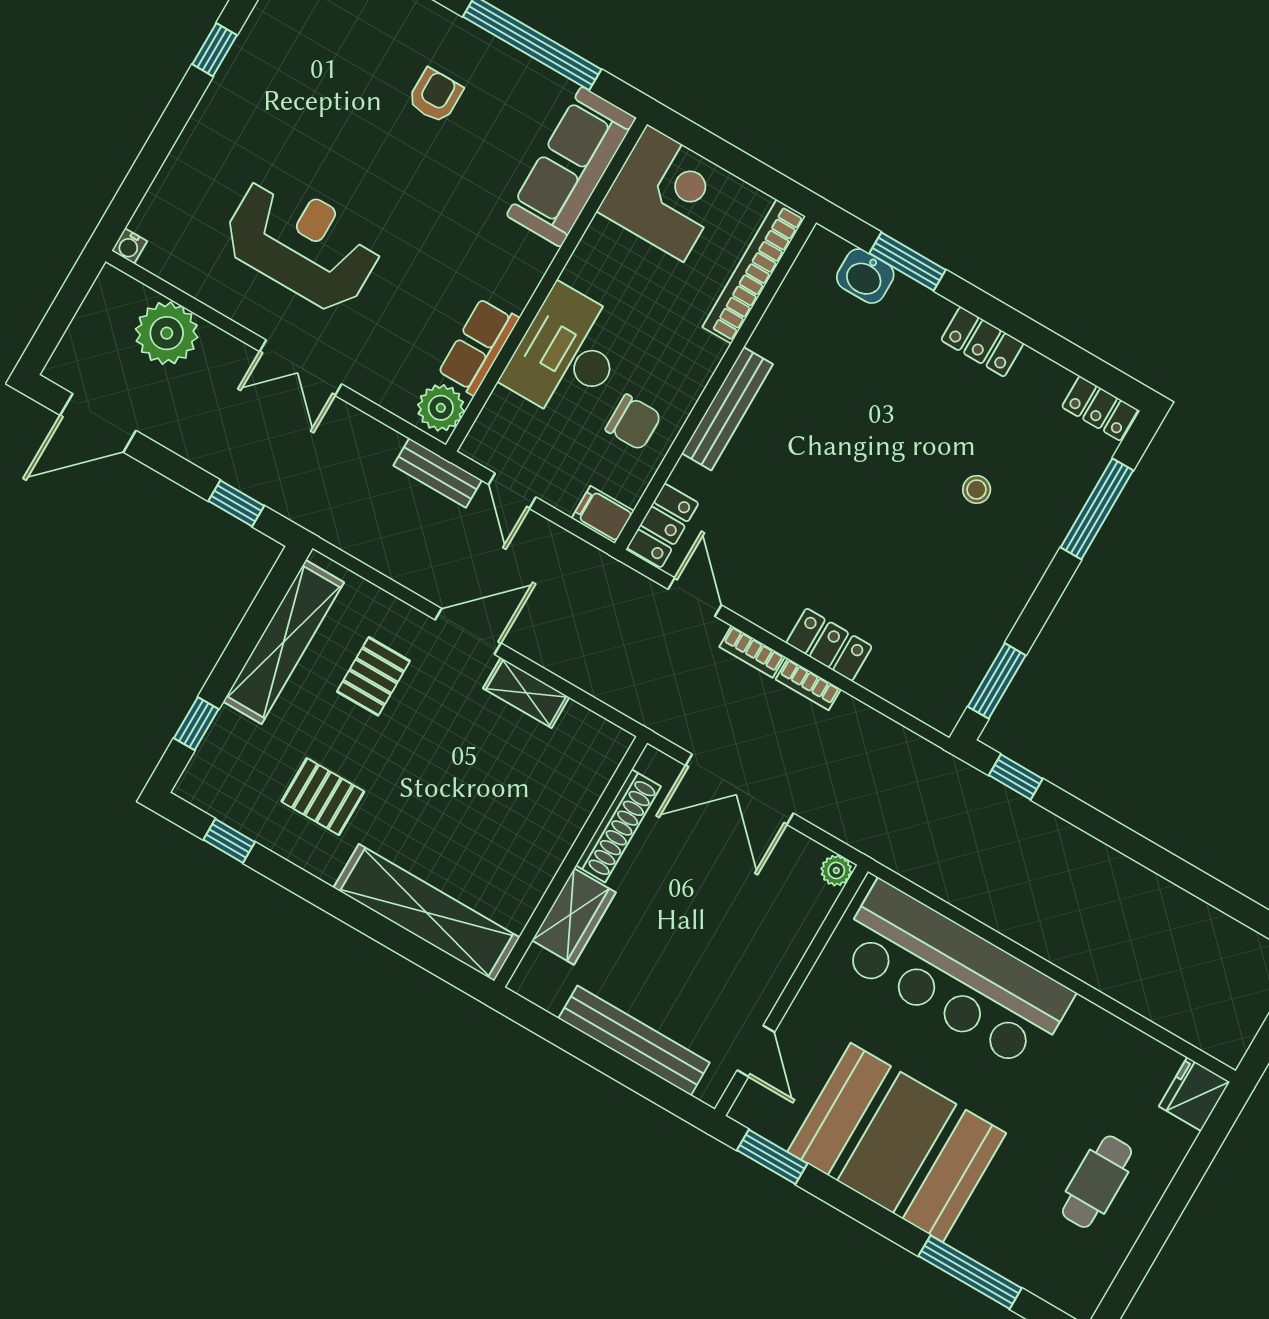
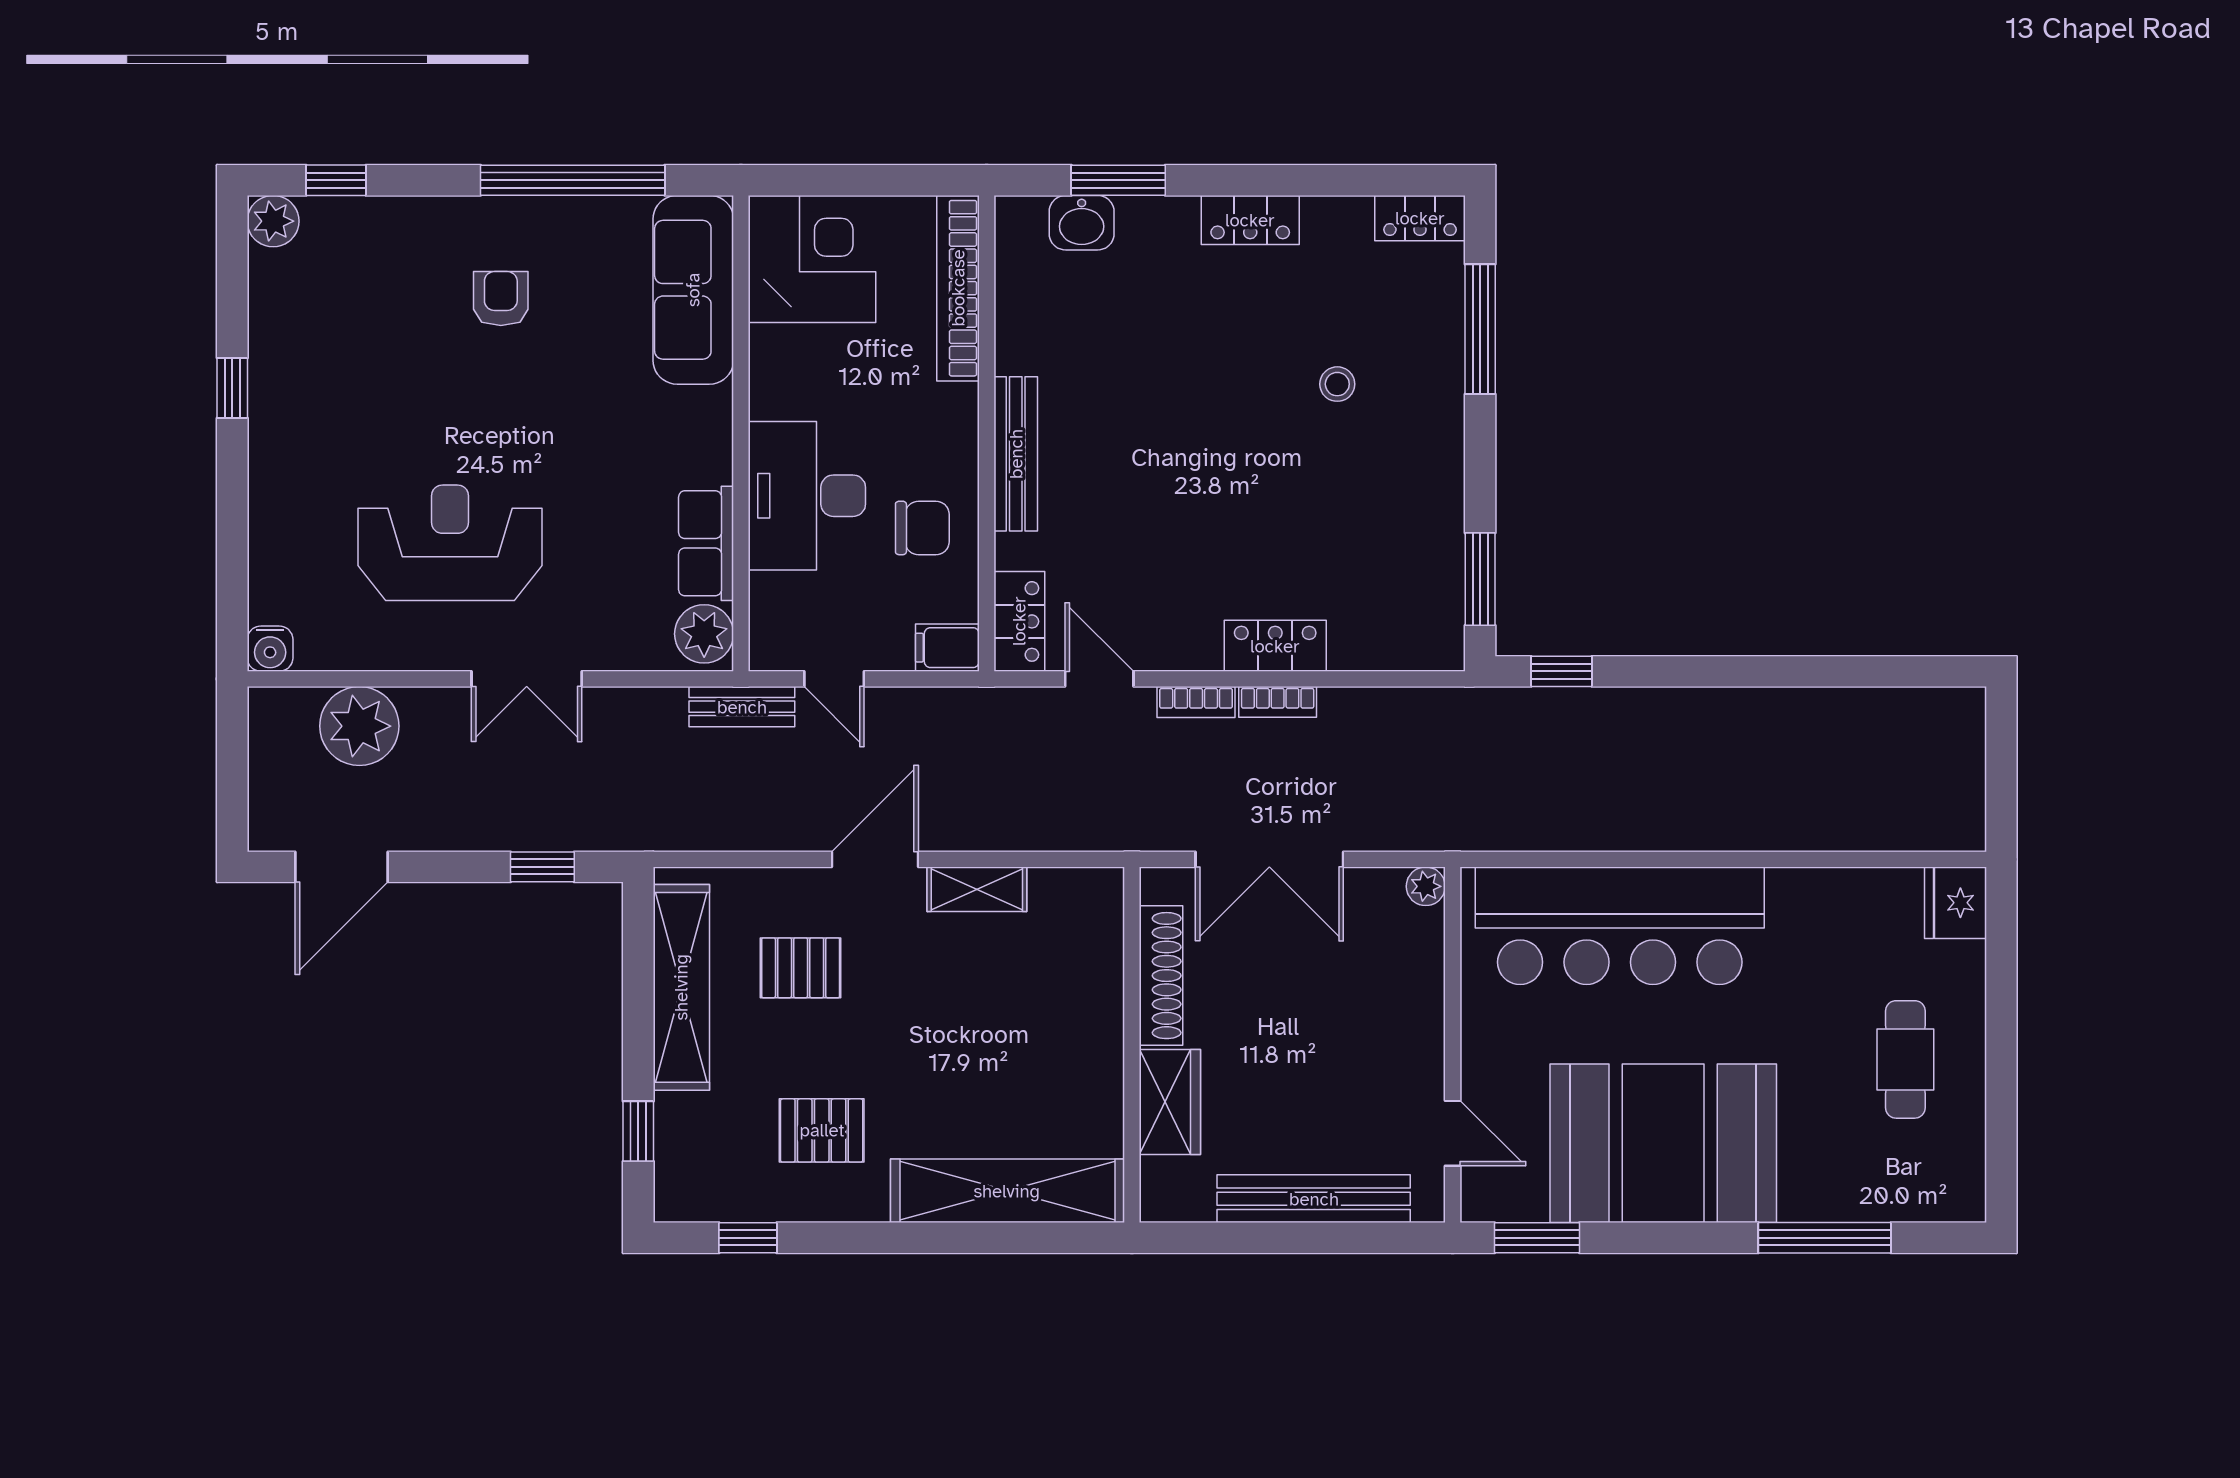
water cooler: (129, 246) -> (270, 649), width x1.38, depth x1.38
pallet: (373, 676) -> (801, 968), turned 90

